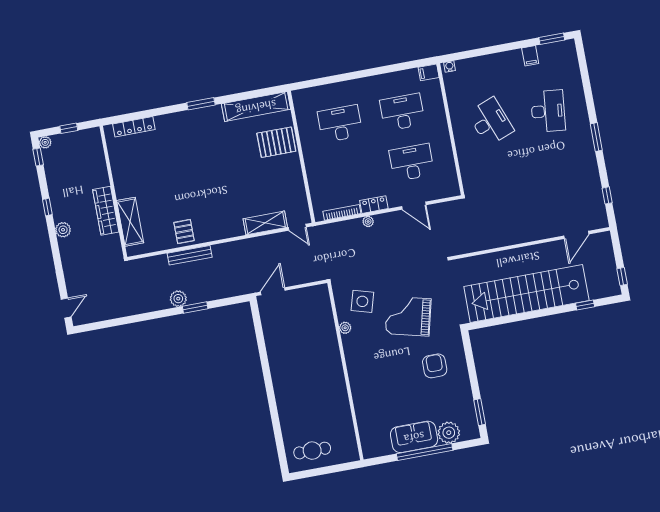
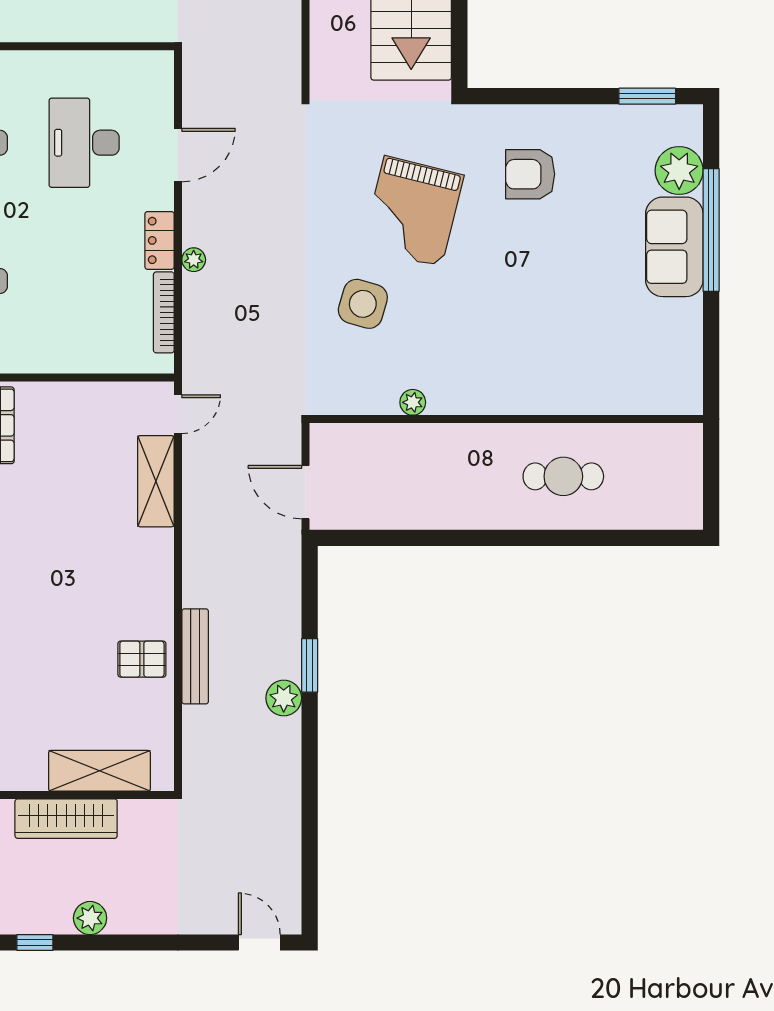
plant: (345, 328) -> (413, 402), moved
wall: (345, 371) -> (506, 419), moved
cafe table: (312, 451) -> (563, 476), moved, turned 90

